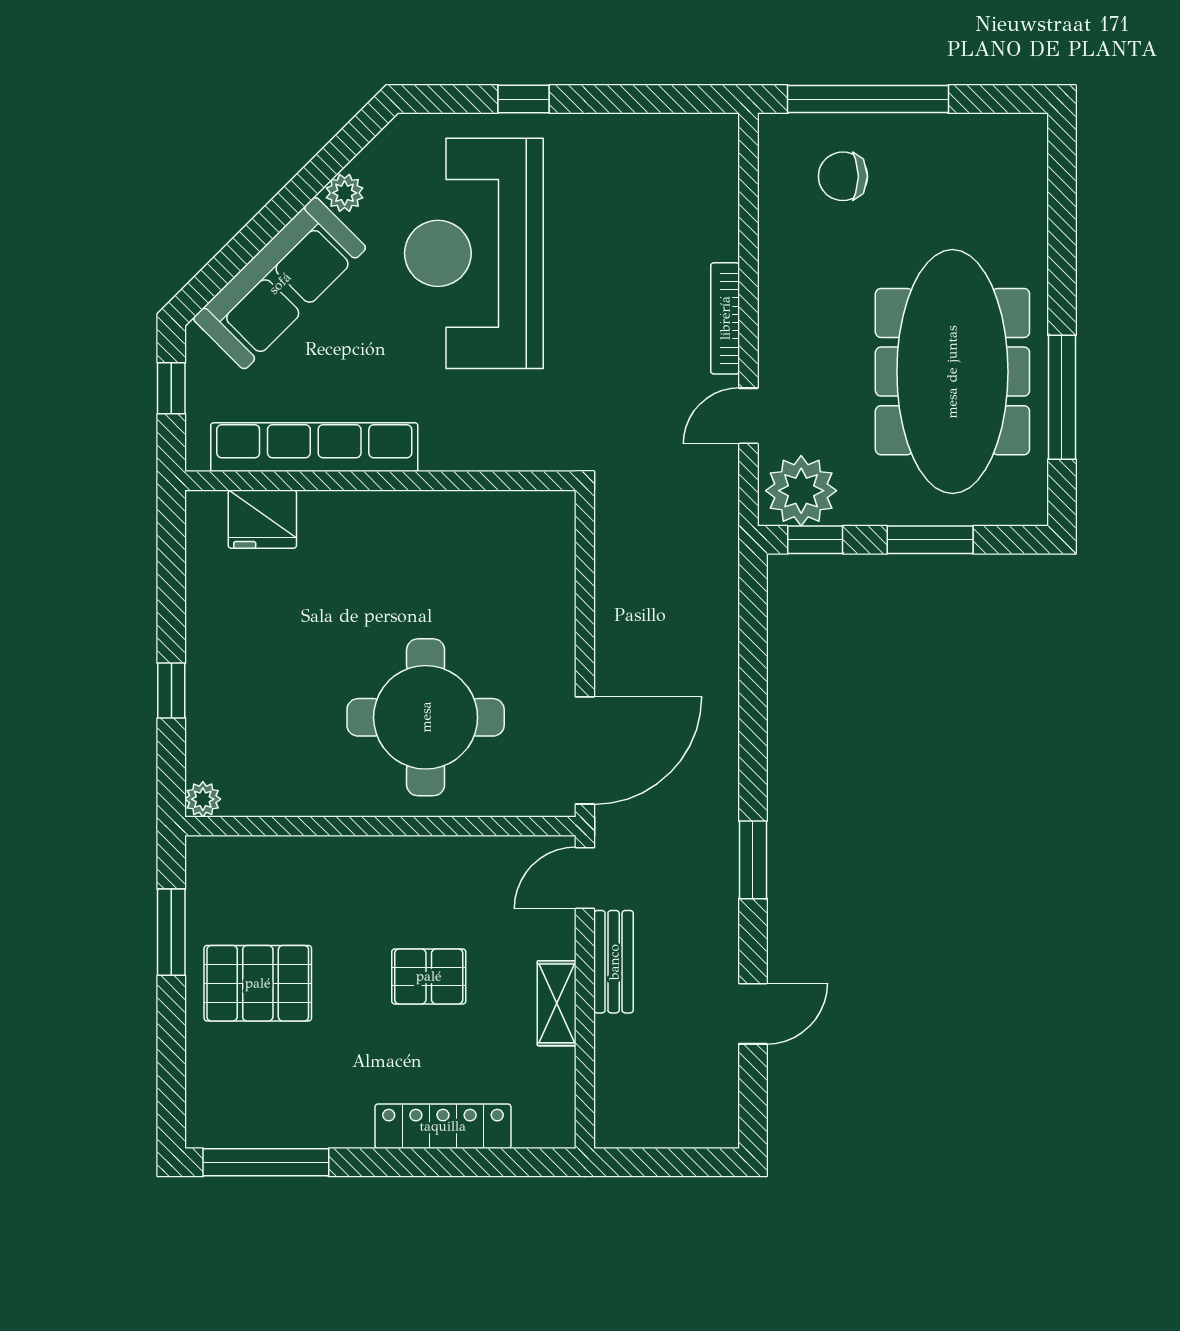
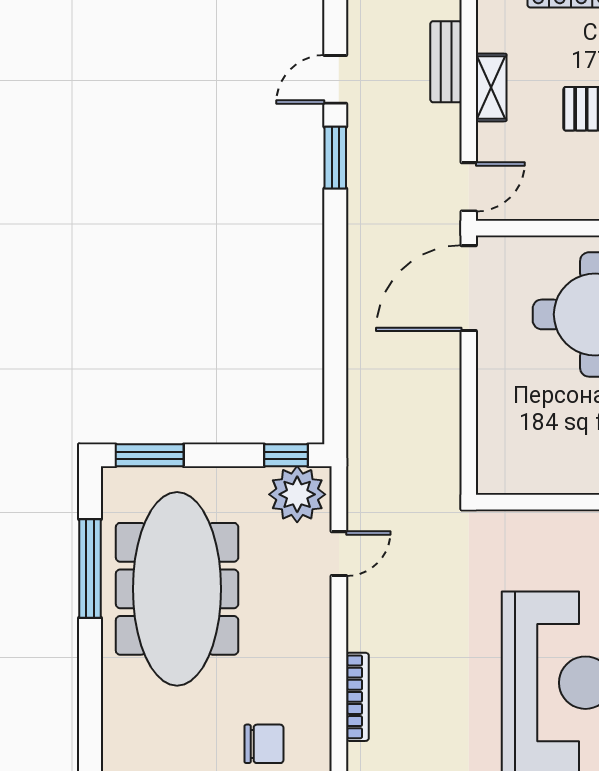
bookcase: (725, 318) -> (357, 697), moved
window: (930, 540) -> (150, 455), moved
window: (753, 860) -> (335, 158), moved
bench: (614, 962) -> (446, 62), moved

